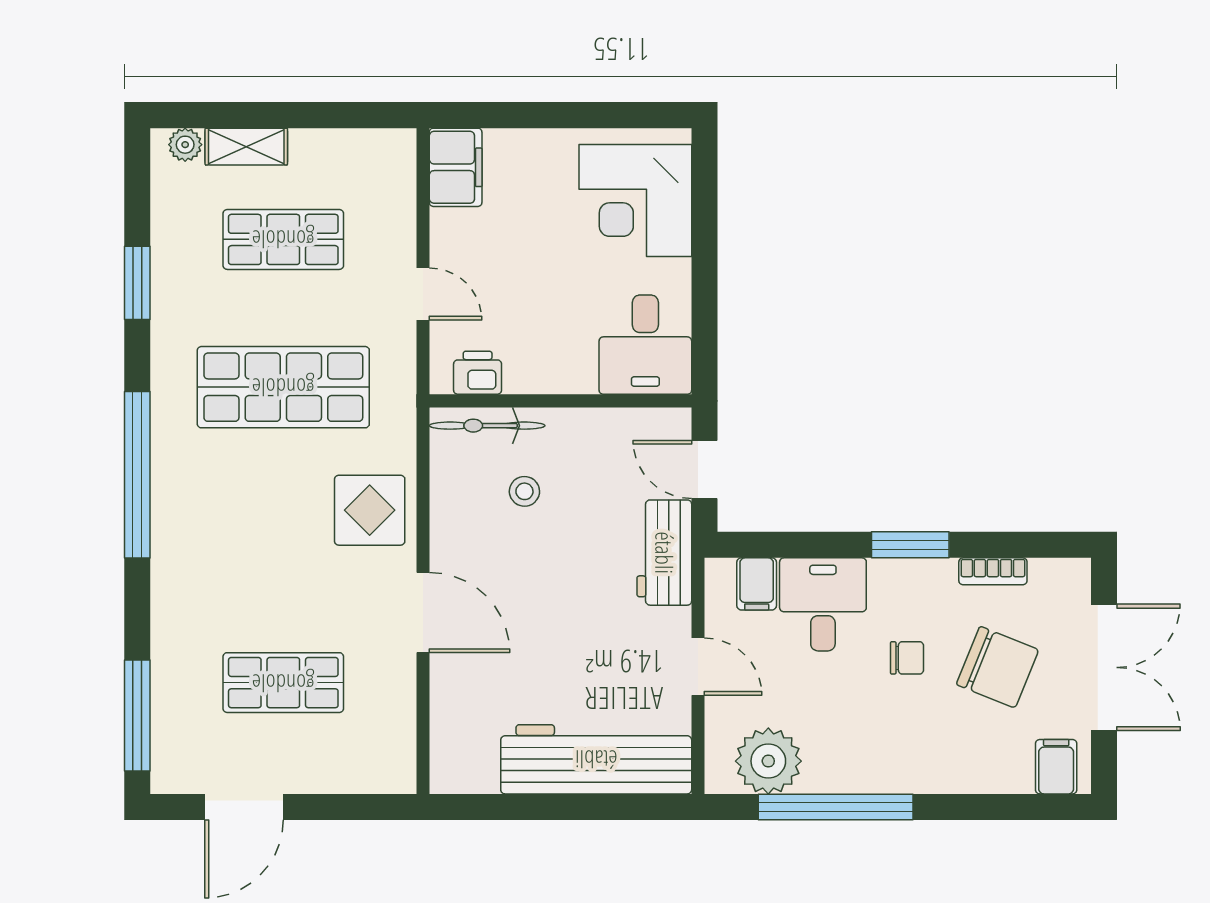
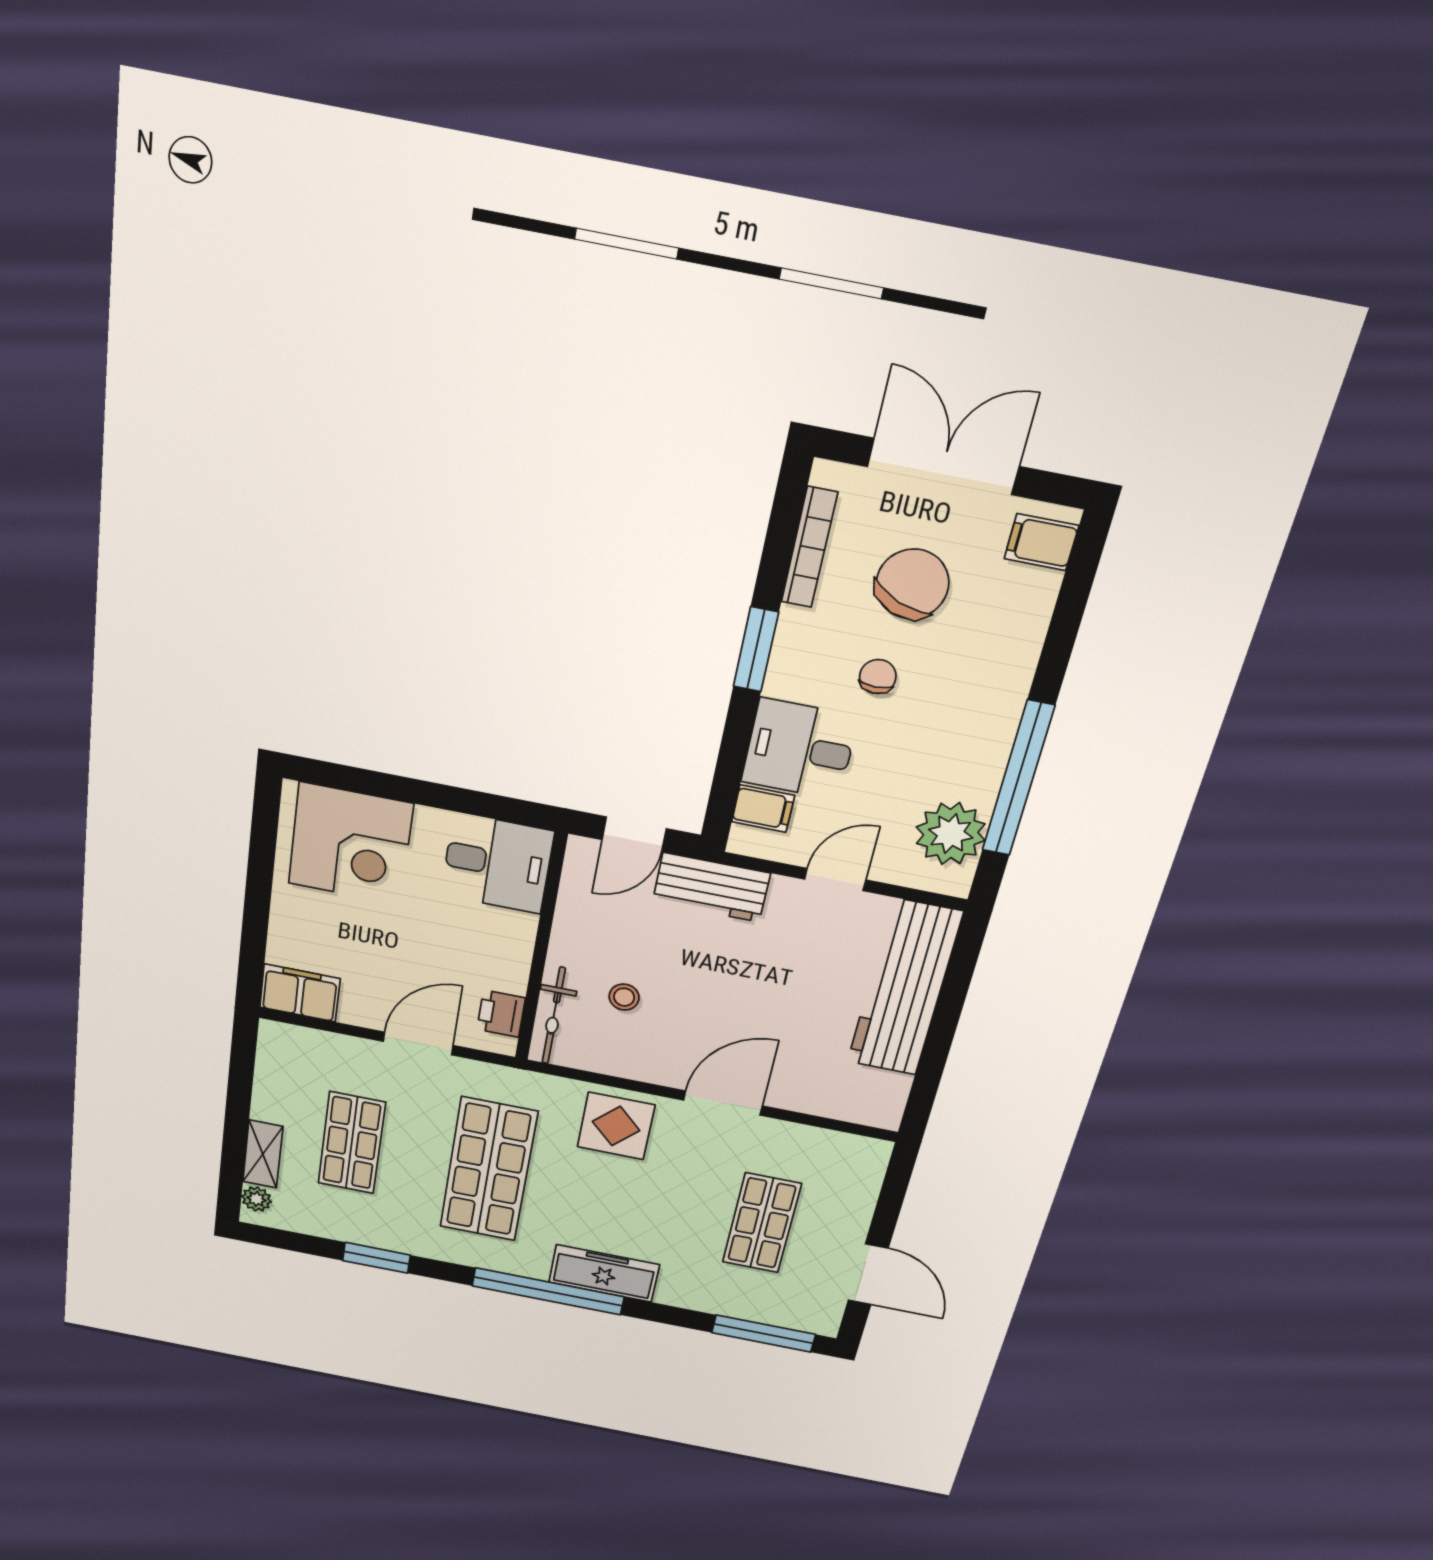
door: (423, 294) -> (418, 1043), width x1.38
freezer: (177, 531) -> (604, 1273), added
bookcase: (993, 571) -> (809, 547), width x1.56

